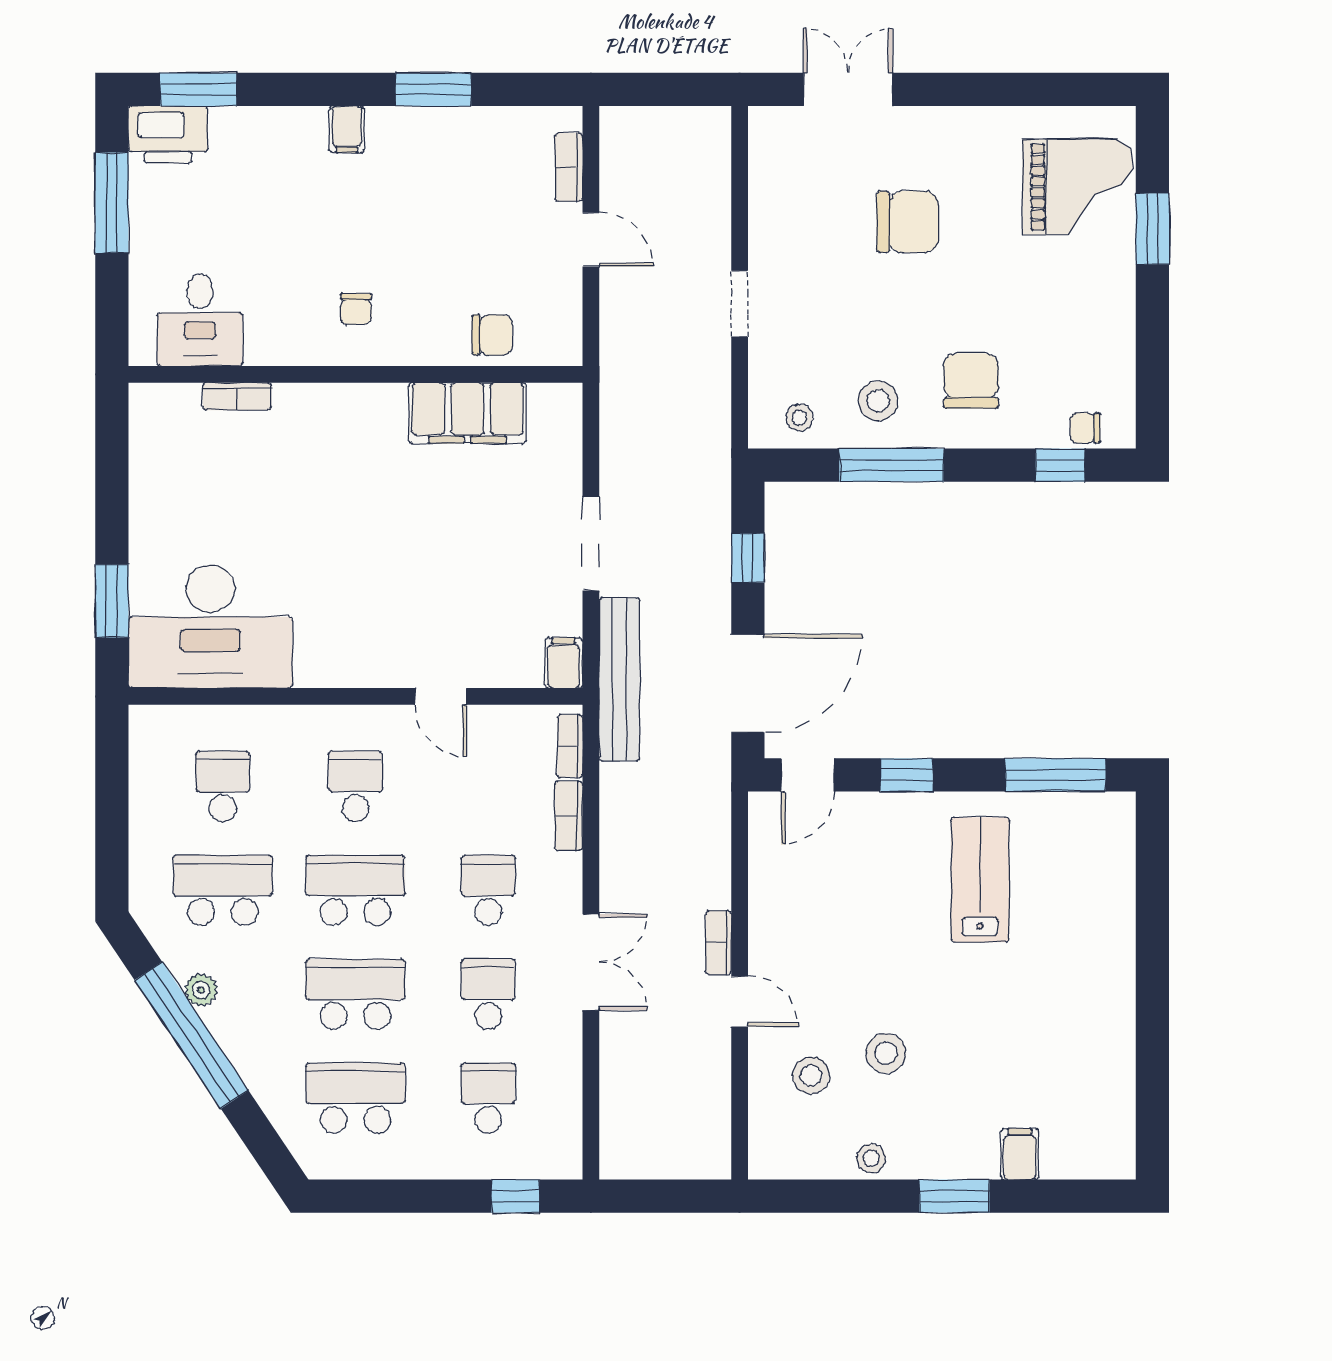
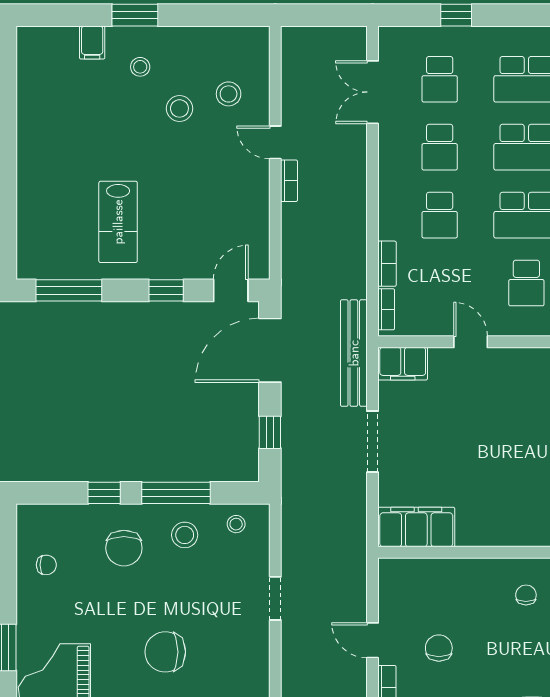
chair: (492, 335) -> (439, 648), moved, turned 90
filing cabinet: (468, 413) -> (416, 527), moved
chair: (1085, 428) -> (46, 565), moved
window: (1060, 465) -> (104, 493), moved
filing cabinet: (564, 663) -> (403, 364), width x2.00
double door: (591, 962) -> (373, 92), moved
stool: (871, 1158) -> (140, 67), moved
window: (515, 1196) -> (456, 15), moved

